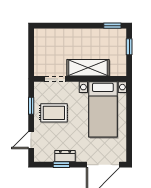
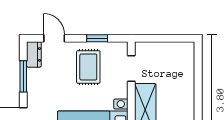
dresser: (65, 156) -> (34, 54), moved
window: (61, 165) -> (23, 76), width x1.50

